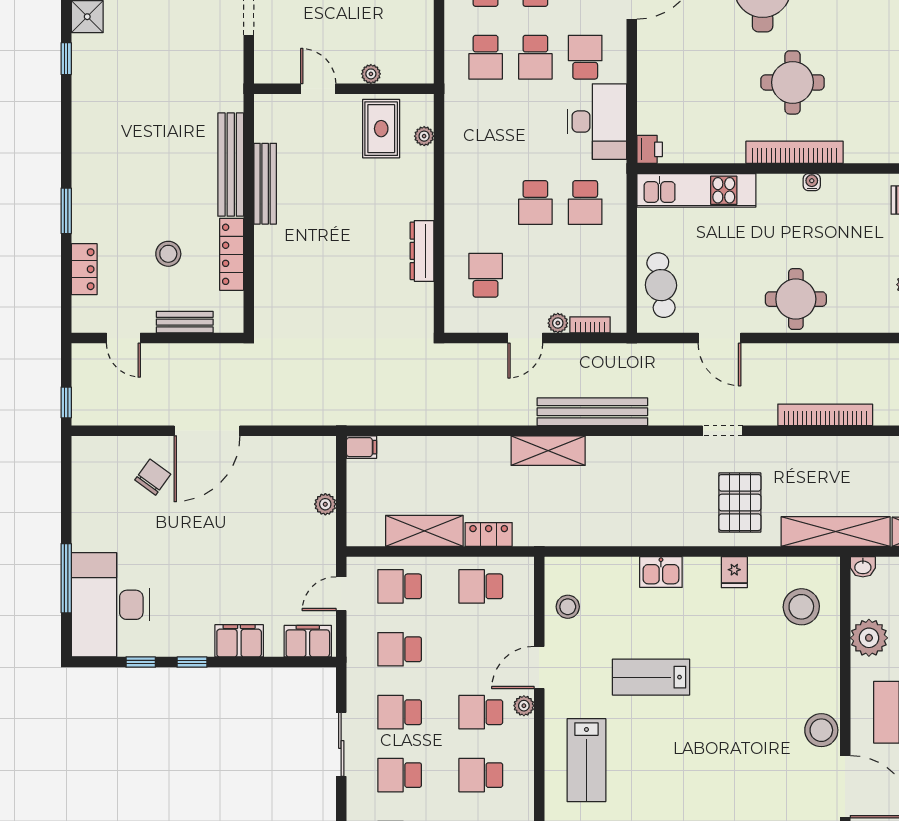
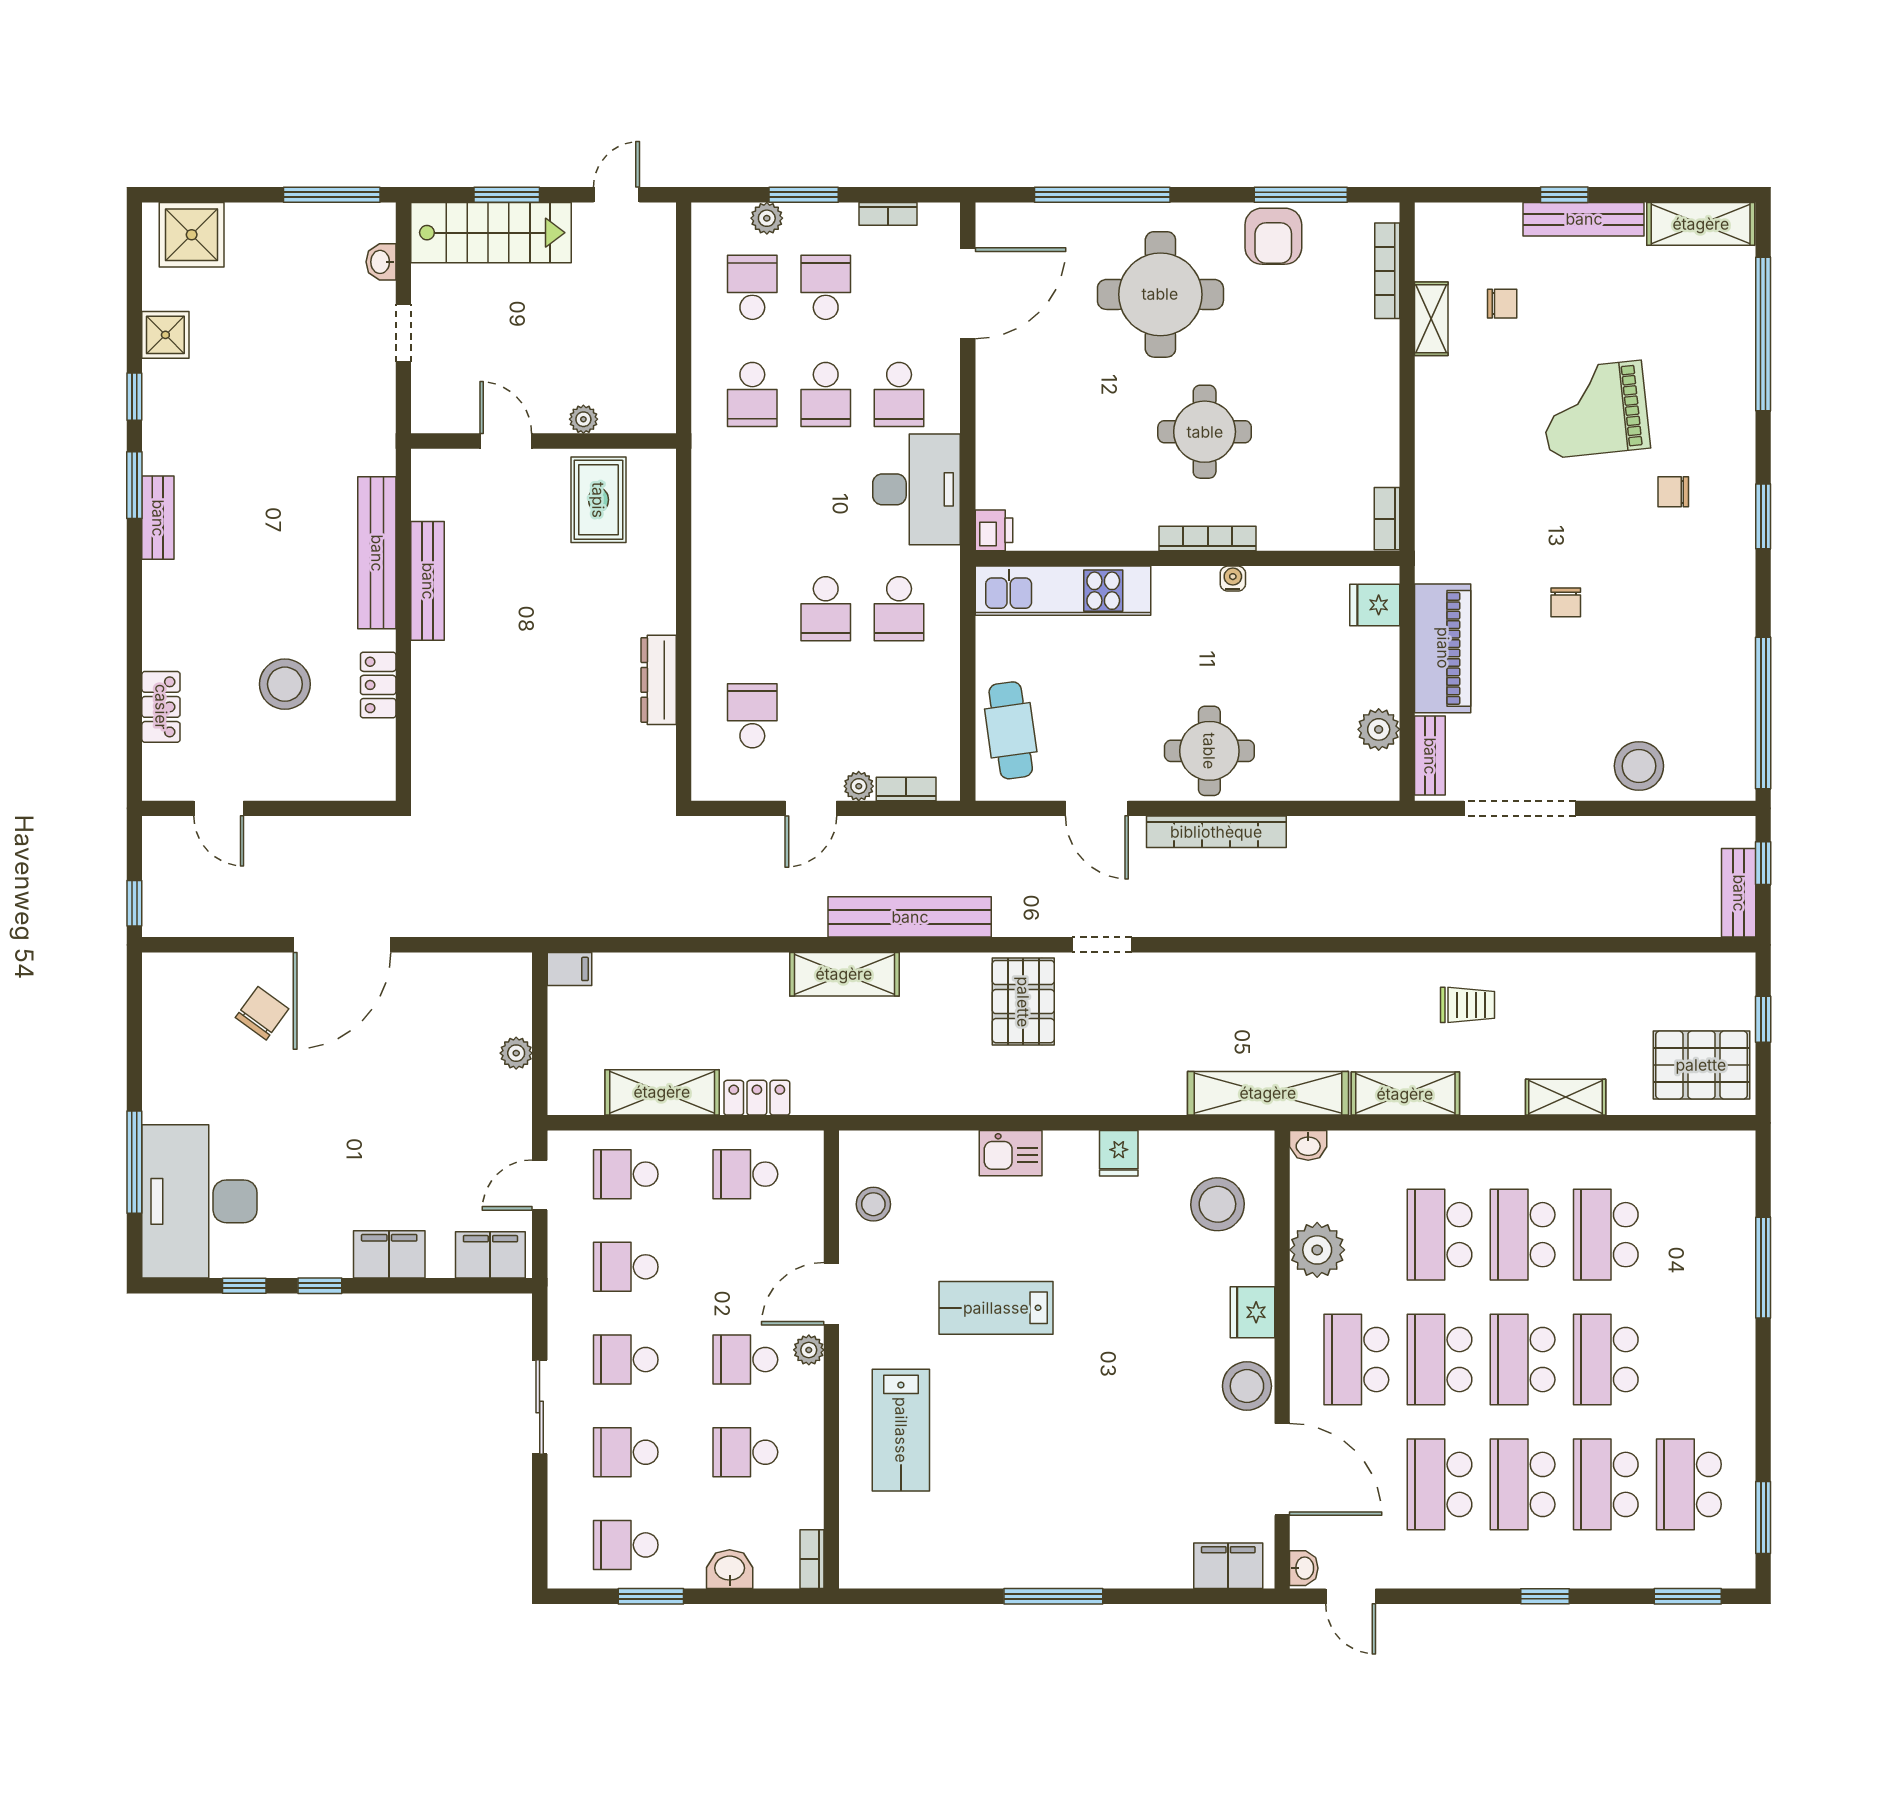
school desk: (585, 57) -> (899, 394), turned 180
plant: (424, 136) -> (662, 511), removed
bookcase: (795, 152) -> (1208, 538), width x0.68, depth x0.76
window: (66, 211) -> (134, 485), moved
stool: (168, 254) -> (285, 684), width x1.38, depth x1.38
locker: (232, 254) -> (378, 685), width x0.66
bench: (185, 322) -> (158, 518), moved, turned 90
bookcase: (825, 415) -> (1216, 832), moved, turned 180
pallet: (740, 503) -> (1023, 1002), moved
fridge: (825, 680) -> (1253, 1312), added

